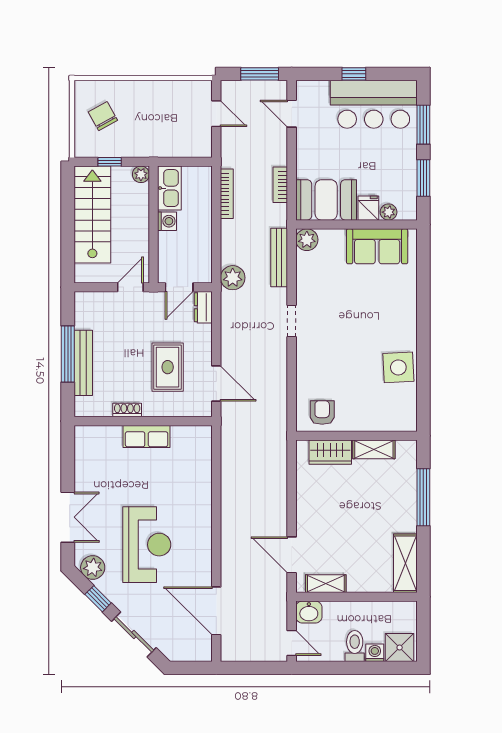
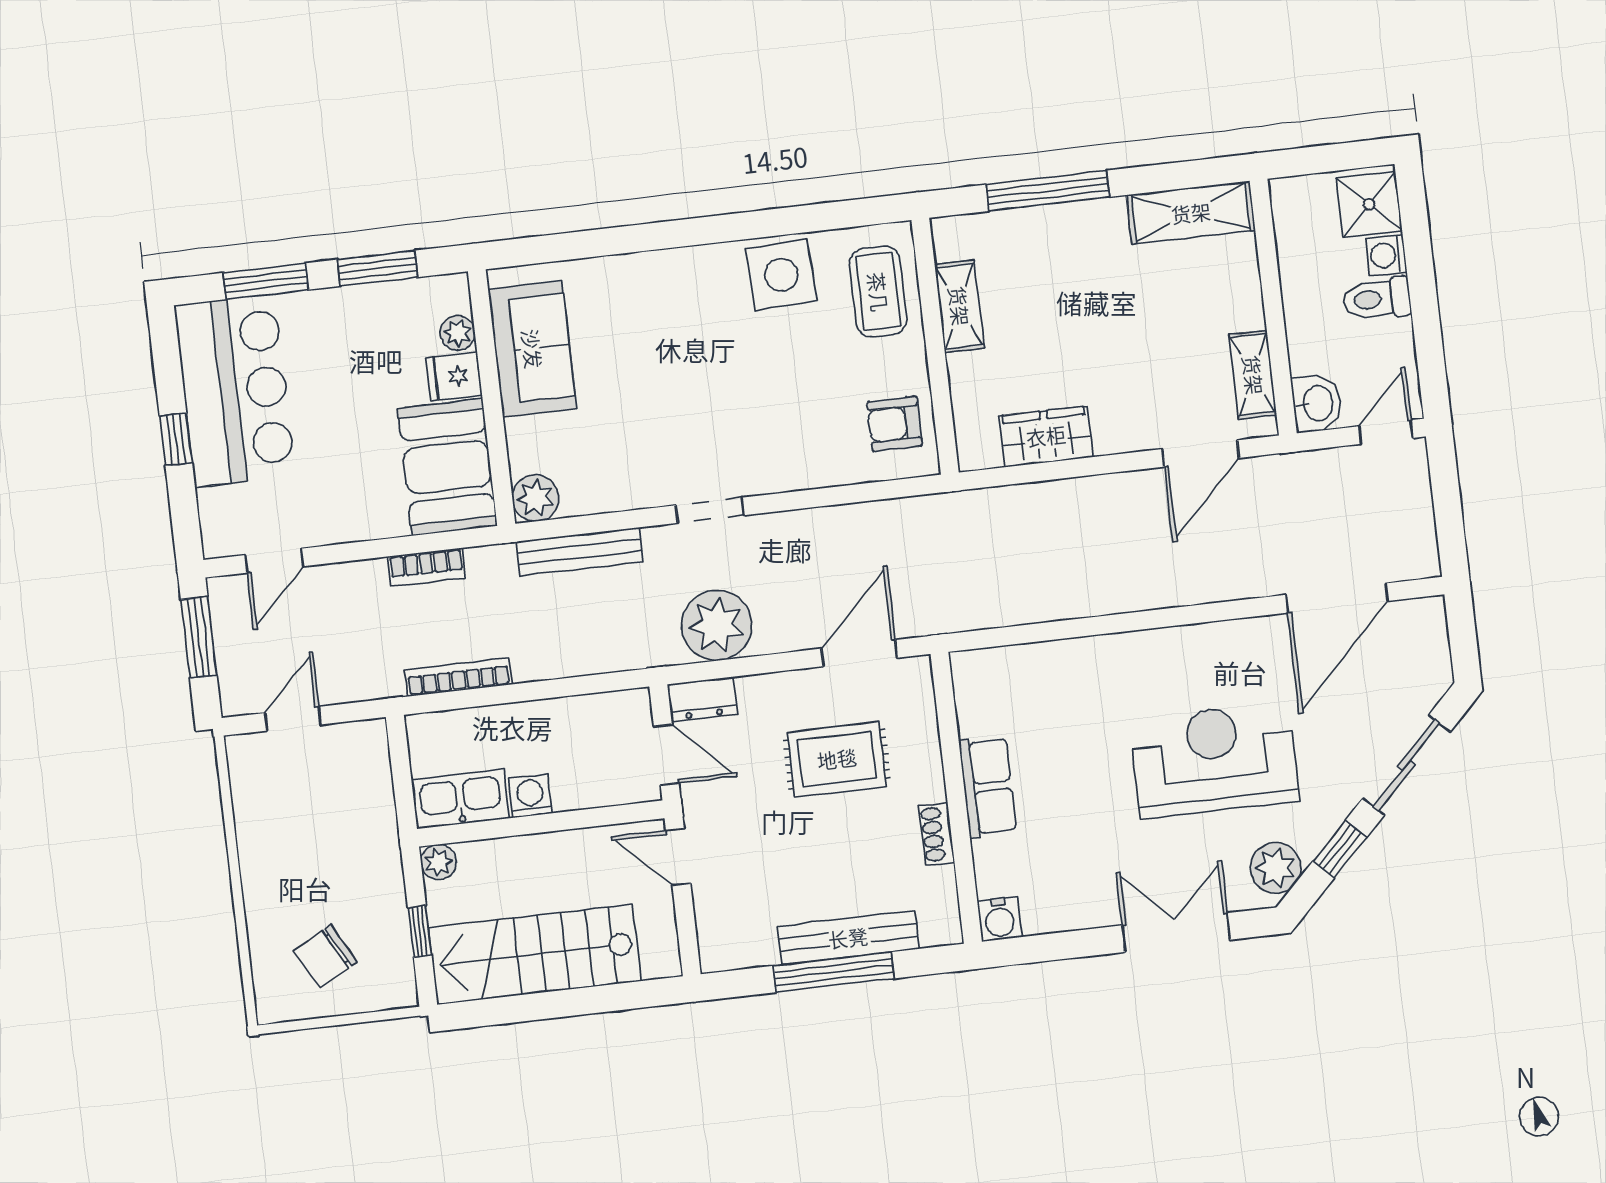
plant: (233, 278) -> (717, 625), moved, width x1.36, depth x1.36
coffee table: (385, 412) -> (878, 292), added
water cooler: (84, 435) -> (1000, 919), added
wardrobe: (330, 452) -> (1046, 436), moved, turned -90

